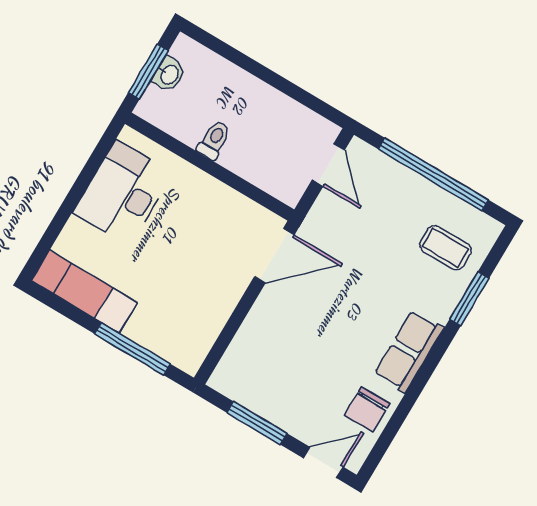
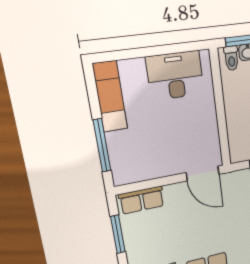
toilet: (214, 140) -> (231, 58), moved, turned 90
row of seats: (240, 359) -> (142, 200), added

